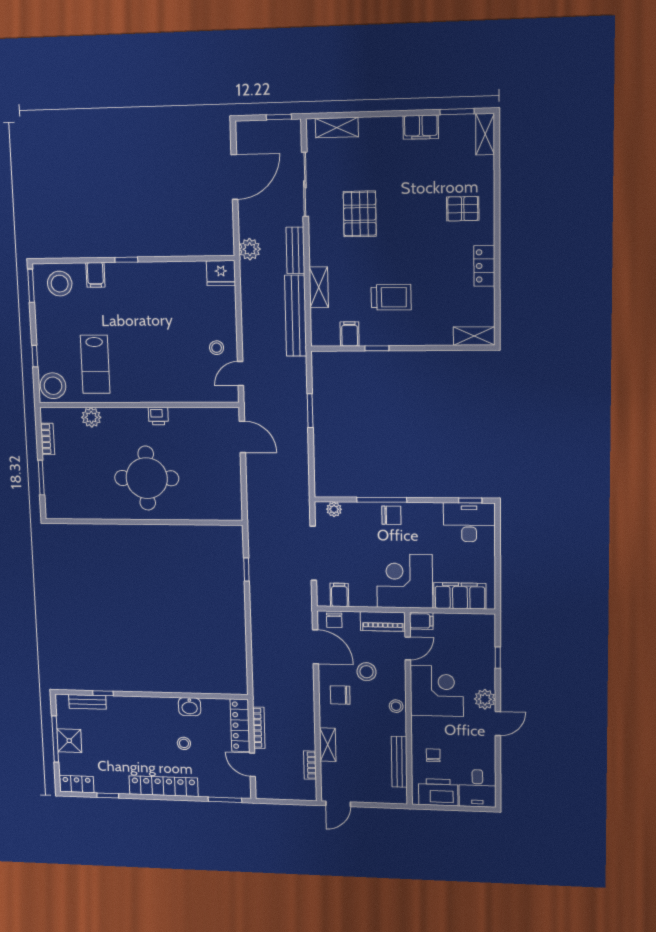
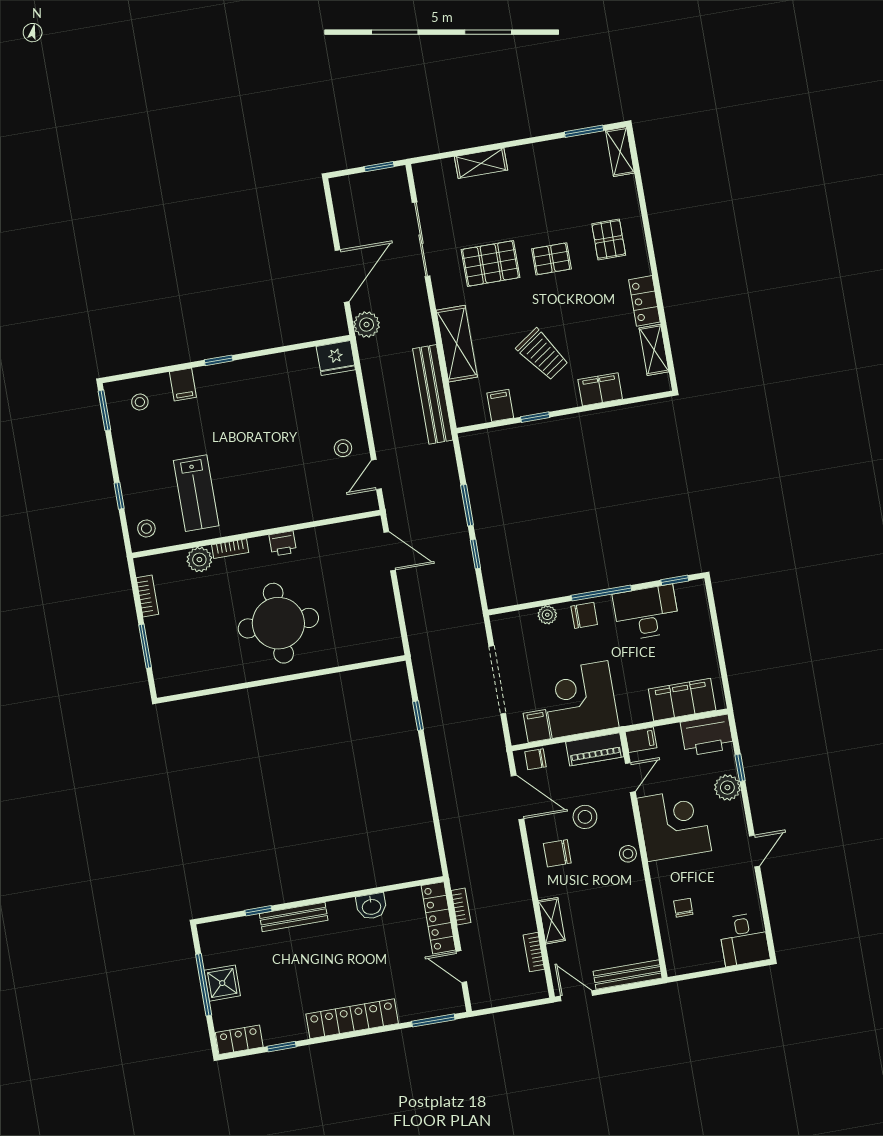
filing cabinet: (421, 127) -> (600, 389), moved, turned 180
shelving: (337, 128) -> (481, 163), moved
door: (234, 177) -> (342, 276), moved
pallet: (463, 209) -> (609, 239), turned 90
pallet: (360, 214) -> (490, 263), turned 90
pallet: (411, 218) -> (551, 259), added
bench: (295, 250) -> (421, 317), removed
stool: (60, 284) -> (140, 402), width x0.53, depth x0.53
shelving: (319, 287) -> (457, 344), width x1.50, depth x1.33
trolley: (391, 297) -> (542, 354), turned 55
shelving: (474, 336) -> (654, 350), moved, turned 90
stool: (53, 386) -> (146, 529), width x0.53, depth x0.53
bookcase: (116, 413) -> (230, 549), added
window: (311, 451) -> (475, 554), added
window: (382, 500) -> (601, 593), moved
plant: (334, 509) -> (547, 615), moved
desk: (469, 522) -> (646, 613), moved
corner desk: (405, 581) -> (580, 699), moved
chair: (334, 620) -> (535, 759), turned 90
plant: (485, 699) -> (727, 788), moved
bench: (87, 702) -> (294, 917), moved, width x1.36
bookcase: (259, 728) -> (461, 906), width x0.64
stool: (184, 743) -> (371, 956), removed
bench: (399, 762) -> (628, 975), moved, turned 90
printer: (438, 792) -> (707, 735), moved, turned 180
door: (338, 804) -> (576, 996), swing flipped

